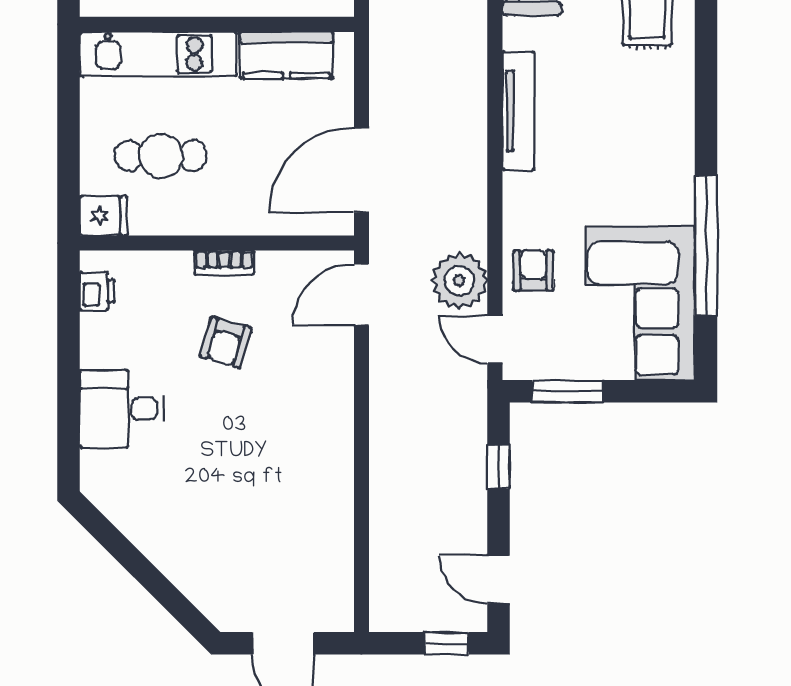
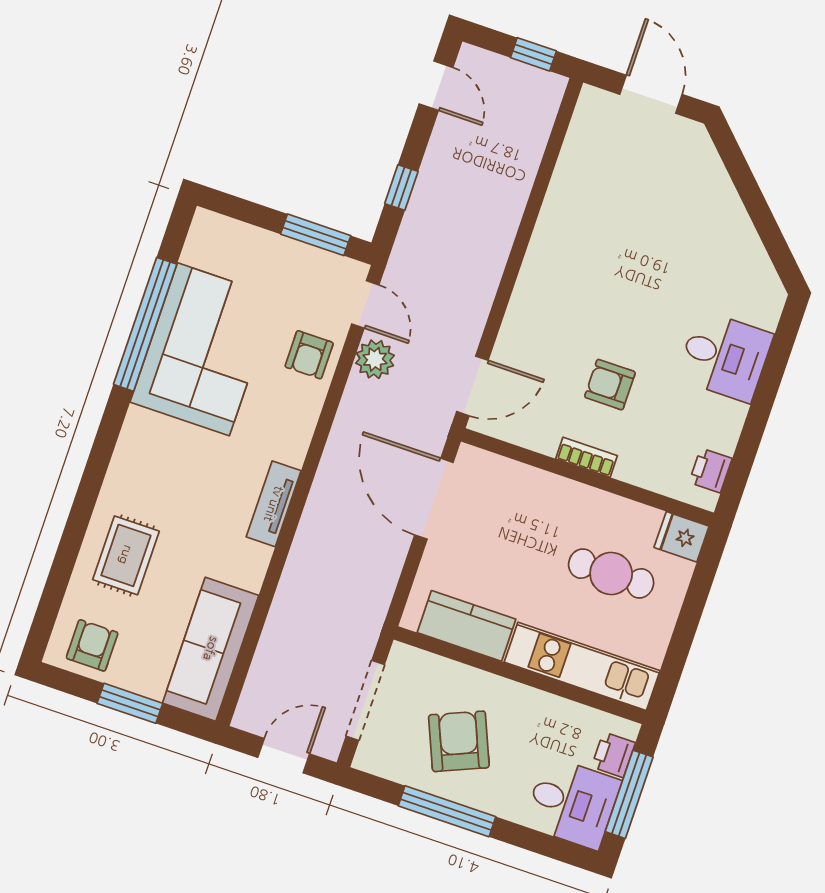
tv unit: (518, 111) -> (274, 504), width x0.71
door: (361, 170) -> (434, 499), swing flipped
plant: (459, 281) -> (375, 359), width x0.73, depth x0.73
corner sofa: (640, 303) -> (203, 349), moved
armchair: (226, 342) -> (610, 385), turned -106
window: (447, 643) -> (533, 54), moved

